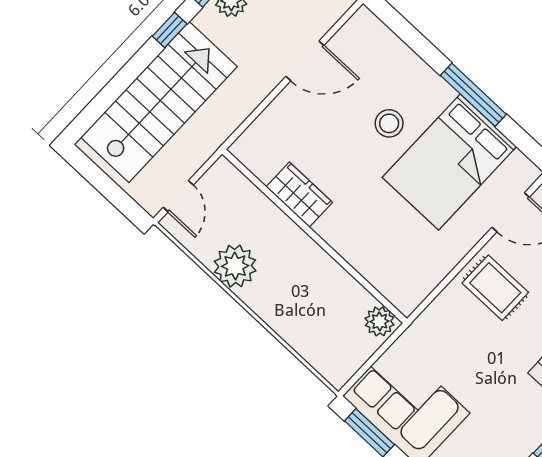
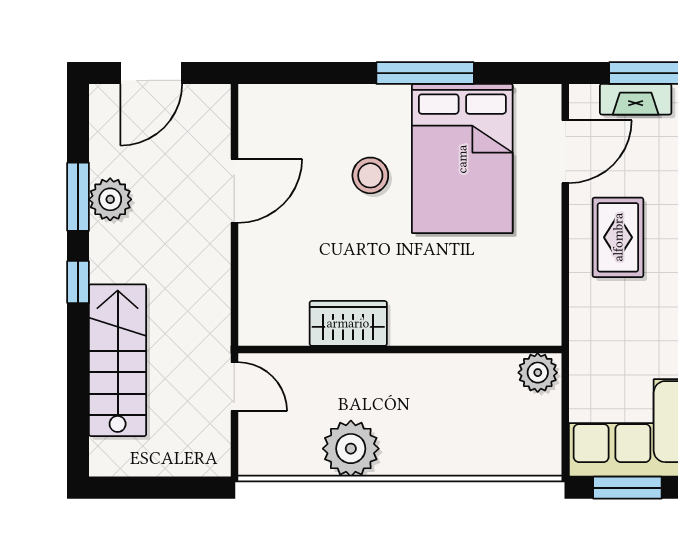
stairs: (159, 102) -> (118, 360), width x0.73, depth x0.66
door: (178, 196) -> (234, 387), moved
rug: (495, 288) -> (618, 237), turned 90

